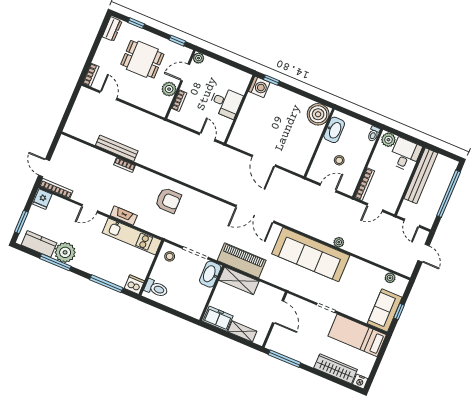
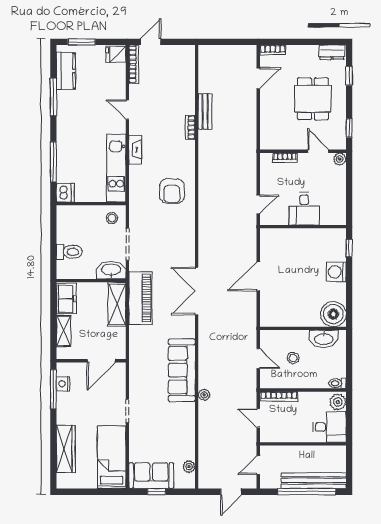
washing machine: (259, 87) -> (336, 272), moved, turned 90
plant: (169, 89) -> (293, 141), removed
bench: (117, 148) -> (205, 111), width x0.73
bench: (421, 176) -> (314, 481), moved
plant: (65, 252) -> (69, 103), removed
sofa: (311, 255) -> (182, 370), width x0.74, depth x0.79
toilet: (156, 288) -> (69, 252), moved, turned -90
nightstand: (360, 381) -> (63, 384), moved

